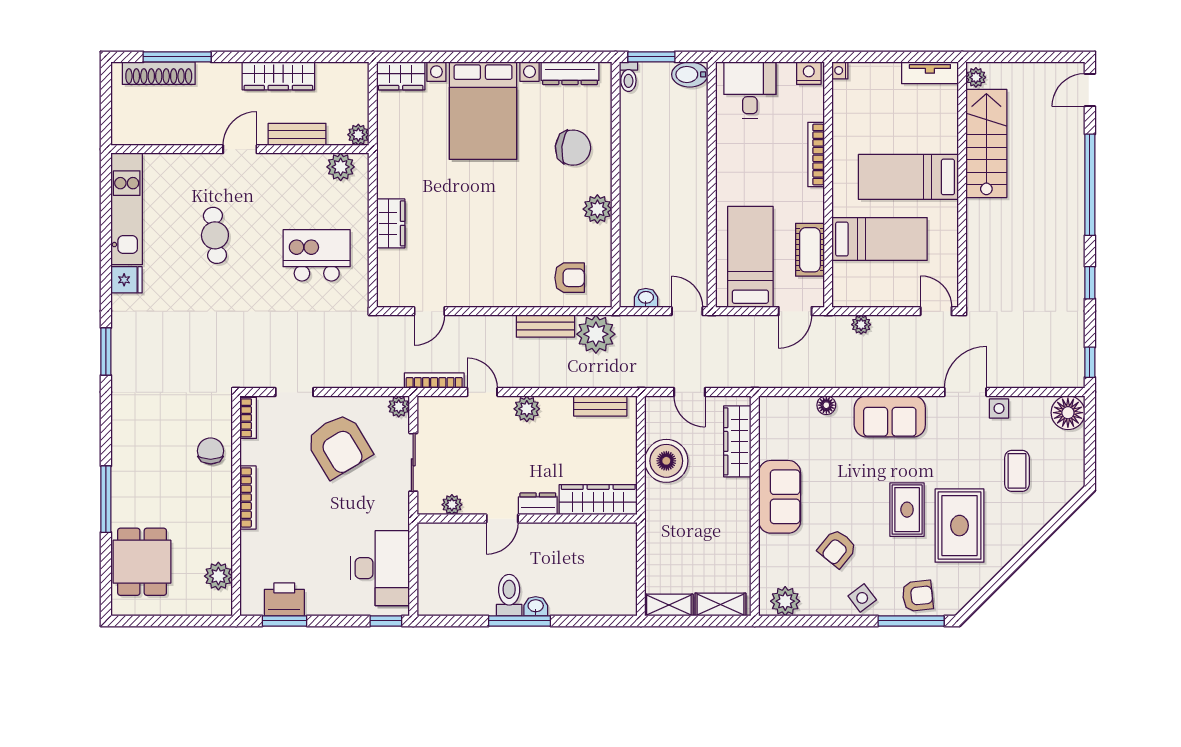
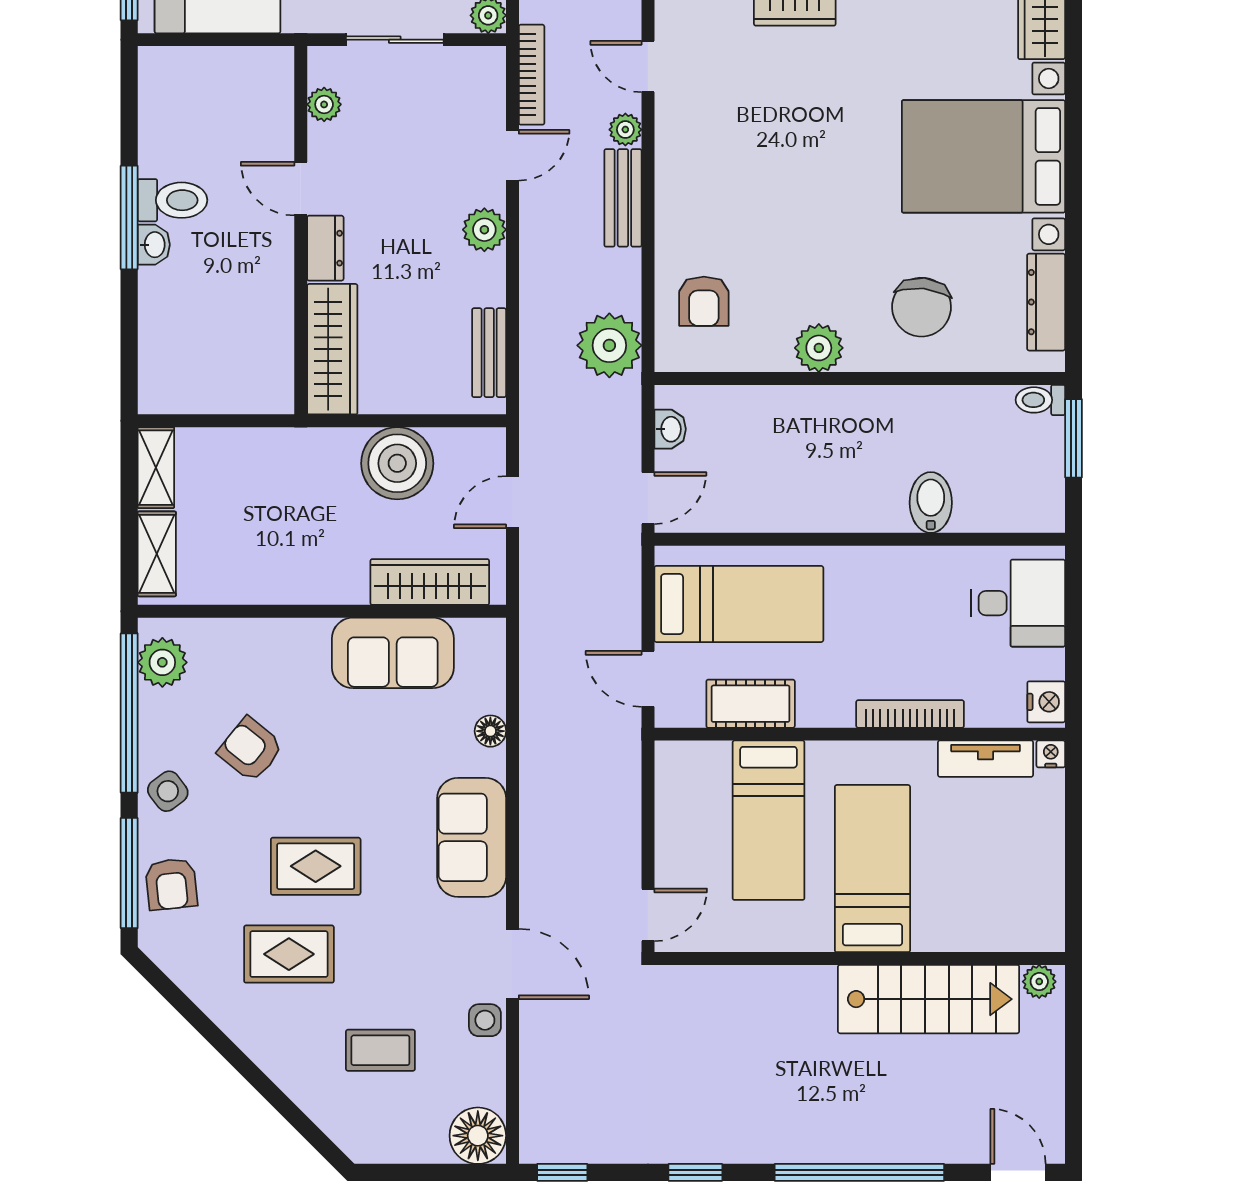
tv unit: (930, 73) -> (986, 759), moved, turned -90
bidet: (690, 74) -> (931, 503), moved
plant: (861, 325) -> (625, 130), moved
bench: (545, 326) -> (623, 198), moved
sofa: (780, 497) -> (393, 653), moved
rug: (959, 526) -> (289, 954), width x0.73, depth x0.70
window: (815, 621) -> (129, 713), added

